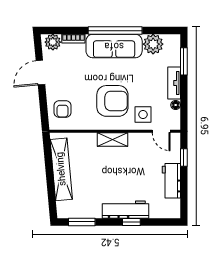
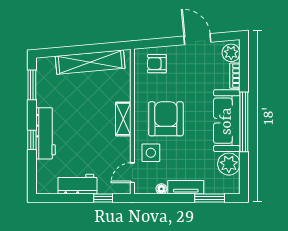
armchair: (112, 101) -> (166, 119), turned 180

